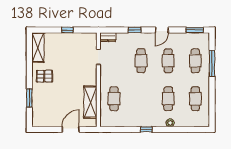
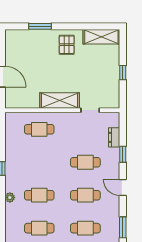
dresser: (108, 37) -> (114, 137), moved
shelving: (90, 102) -> (60, 100), moved

